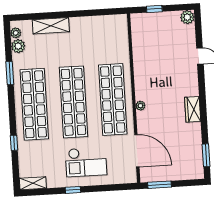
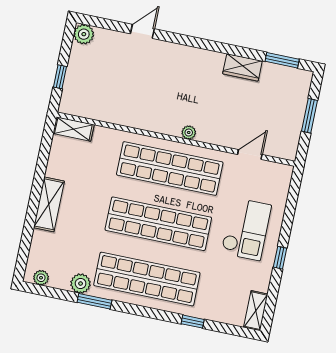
shelving: (51, 26) -> (49, 204), moved
shelving: (122, 28) -> (73, 129), added
plant: (18, 46) -> (81, 283), moved
wardrobe: (193, 109) -> (242, 67), moved
door: (137, 151) -> (250, 154), width x0.53
window: (160, 185) -> (309, 116), moved

